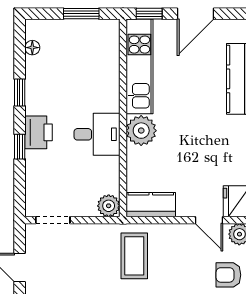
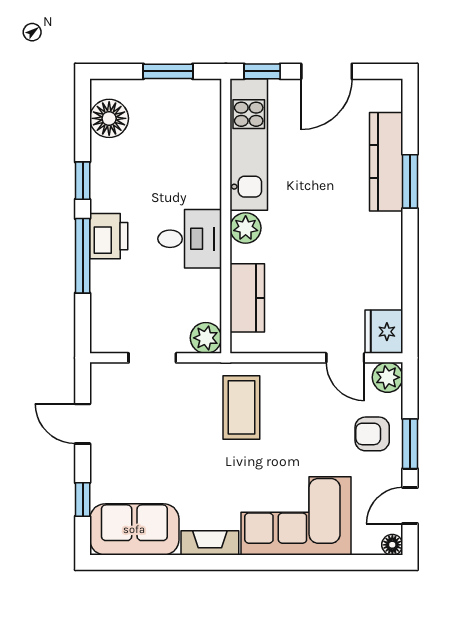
floor lamp: (32, 48) -> (109, 118), width x1.89, depth x1.89
plant: (141, 131) -> (246, 228), width x0.73, depth x0.73
window: (20, 147) -> (83, 256), width x2.17
kitchen counter: (151, 205) -> (247, 298), moved, turned 90
doorway: (53, 220) -> (152, 358), moved

